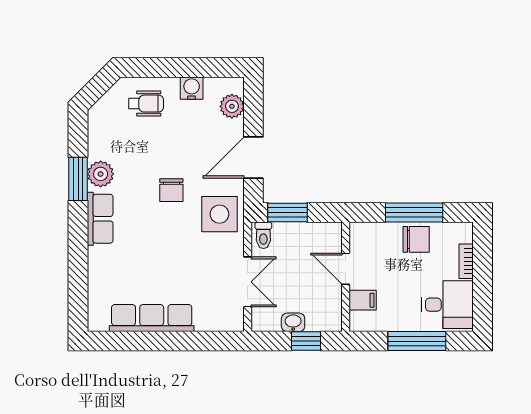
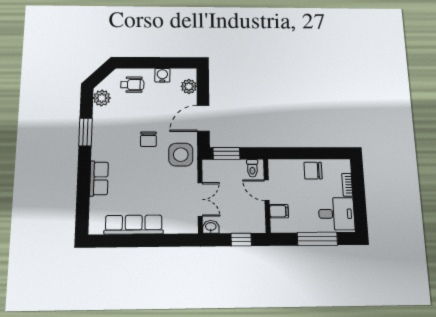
plant: (101, 174) -> (102, 98), moved
window: (414, 213) -> (311, 153), removed
row of seats: (100, 219) -> (99, 178), moved
toilet: (263, 235) -> (252, 168), moved
chair: (416, 239) -> (313, 171), turned 180
washbasin: (293, 322) -> (211, 227), moved

